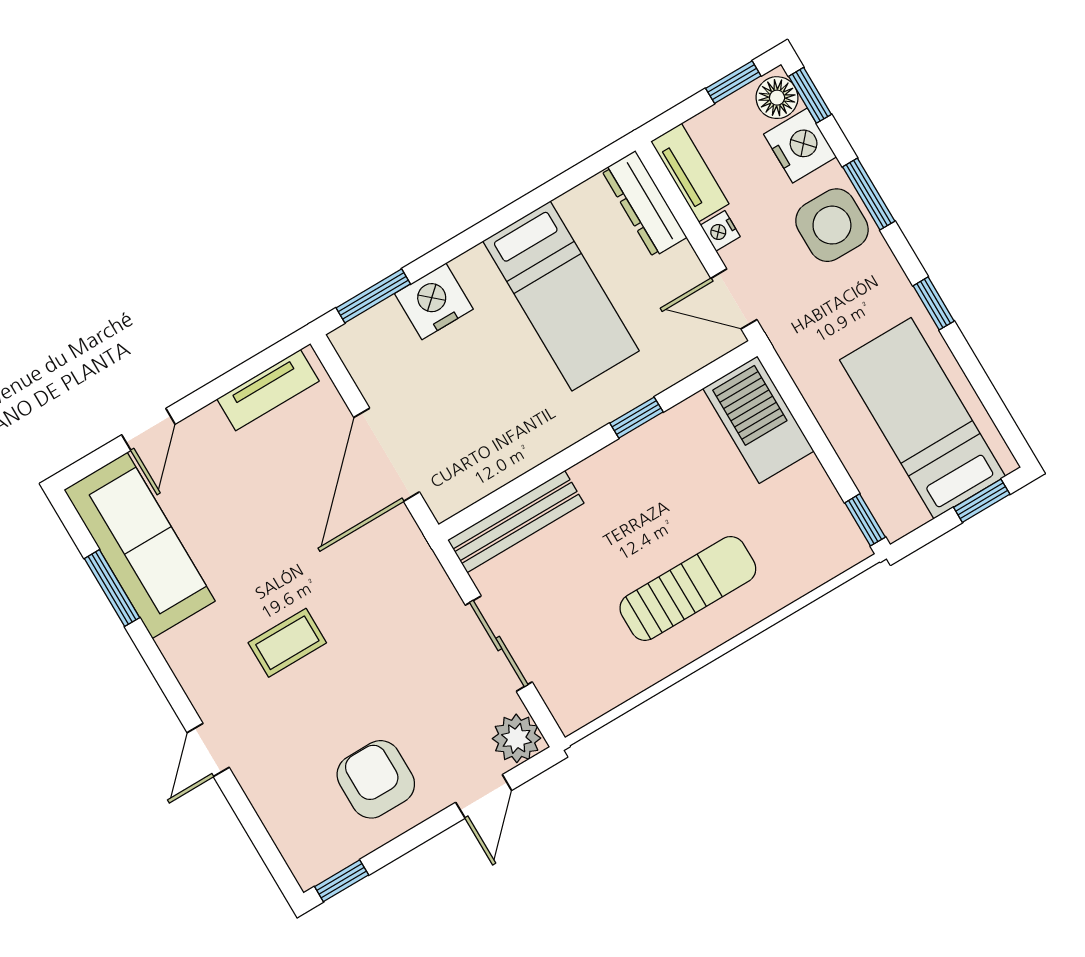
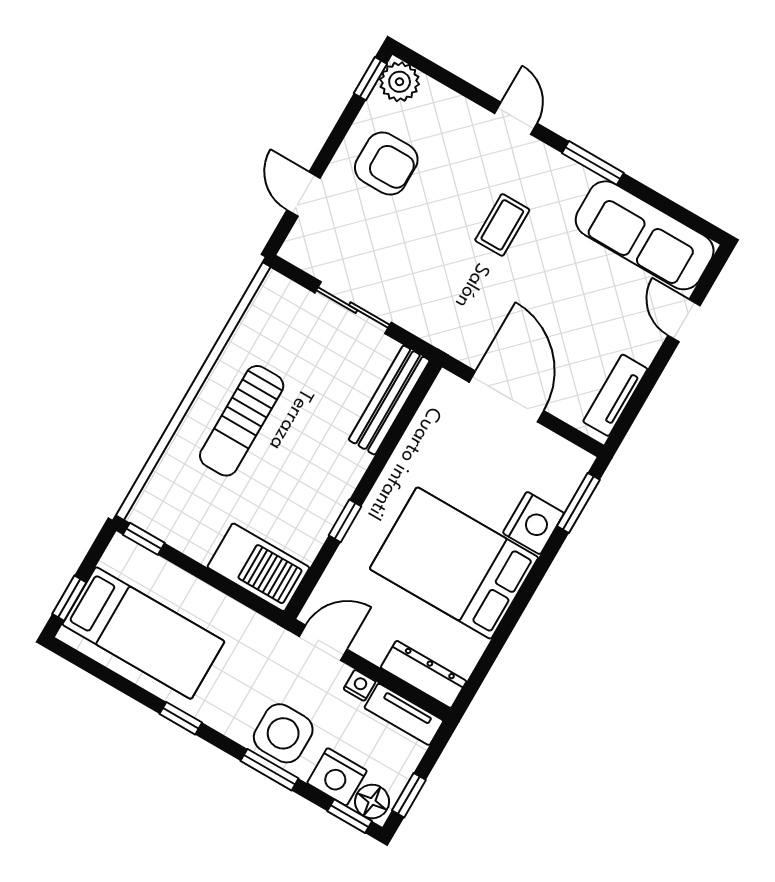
bed: (561, 296) -> (454, 563), width x1.50
window: (112, 588) -> (593, 163), moved
plant: (517, 738) -> (400, 82), moved

